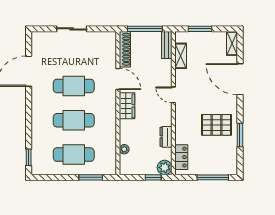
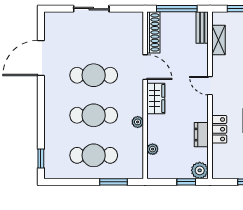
plant: (111, 126) -> (138, 122), added
locker: (181, 157) -> (219, 129), moved

